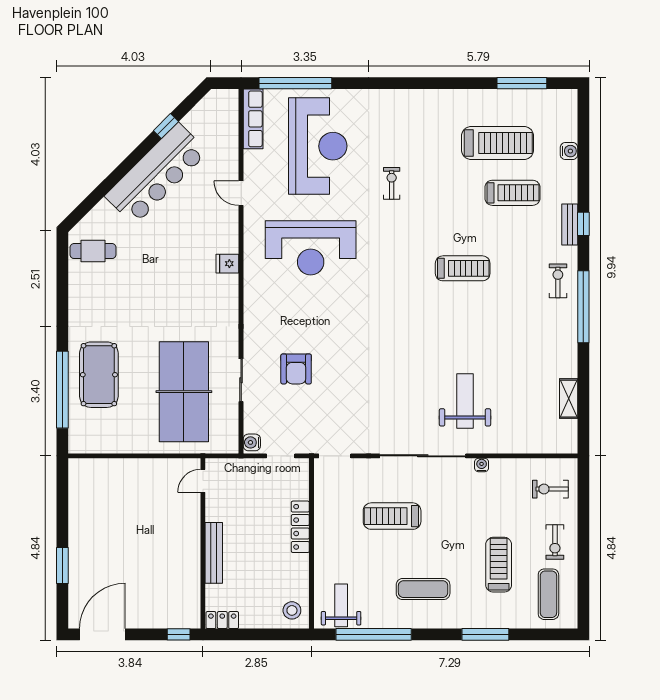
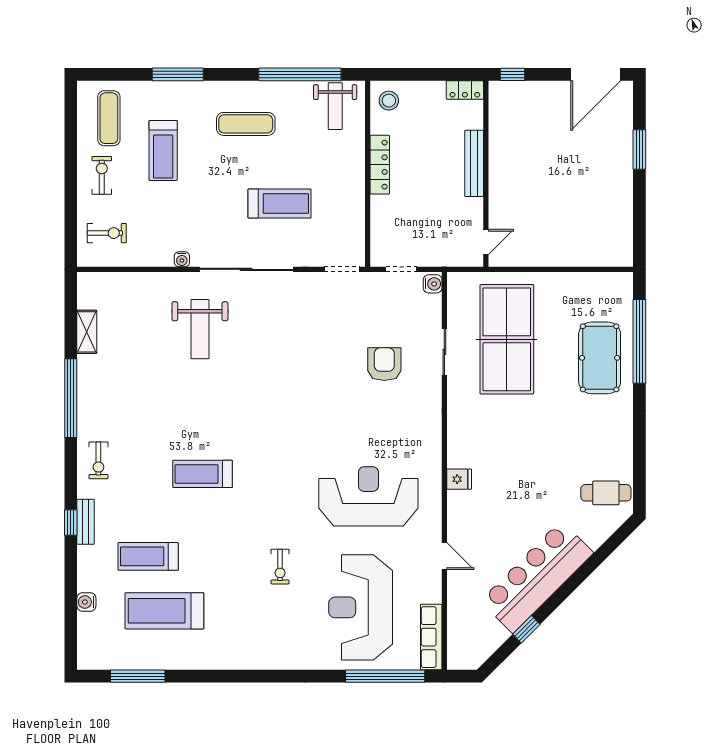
window: (583, 307) -> (71, 398), moved
locker: (300, 527) -> (380, 165), moved

